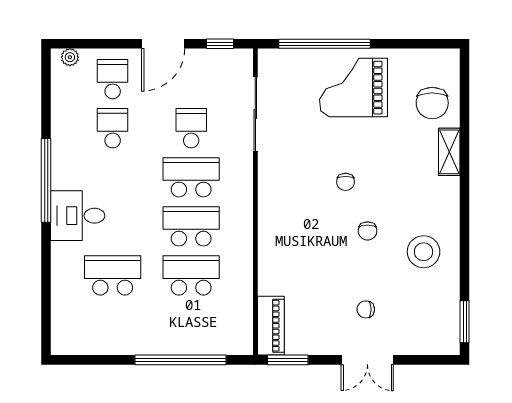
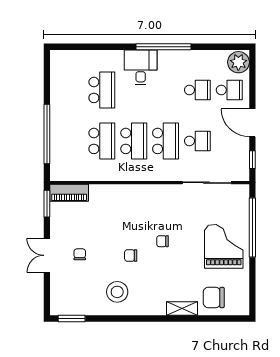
plant: (70, 57) -> (238, 62), width x1.88, depth x1.88

